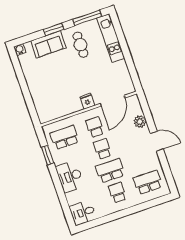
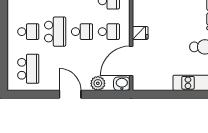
door: (113, 101) -> (131, 61), hinge flipped
washbasin: (134, 102) -> (122, 84), added
door: (157, 141) -> (70, 94), swing flipped

